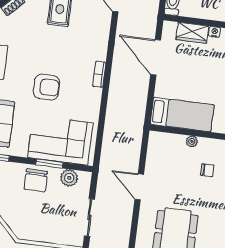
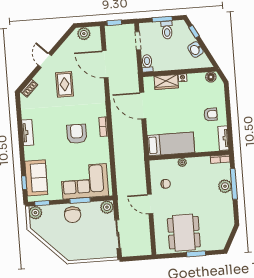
armchair: (46, 87) -> (77, 134), moved, turned -90
chair: (207, 170) -> (166, 184), moved
plant: (69, 178) -> (107, 207), moved

